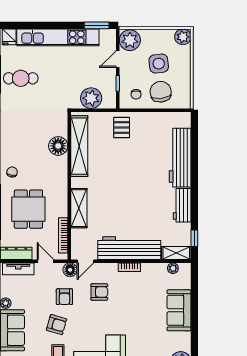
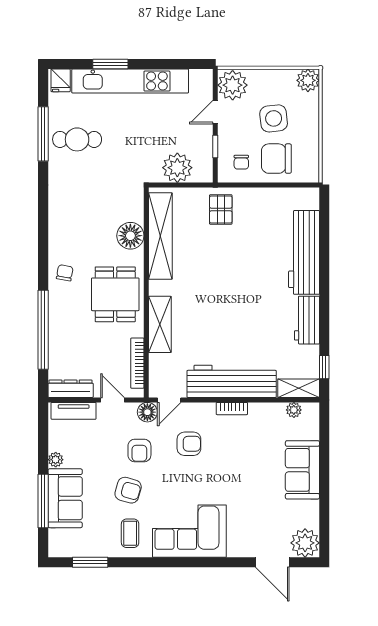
window: (97, 25) -> (110, 64), moved
chair: (161, 92) -> (276, 159), turned -83
dining table: (28, 209) -> (115, 294), moved

